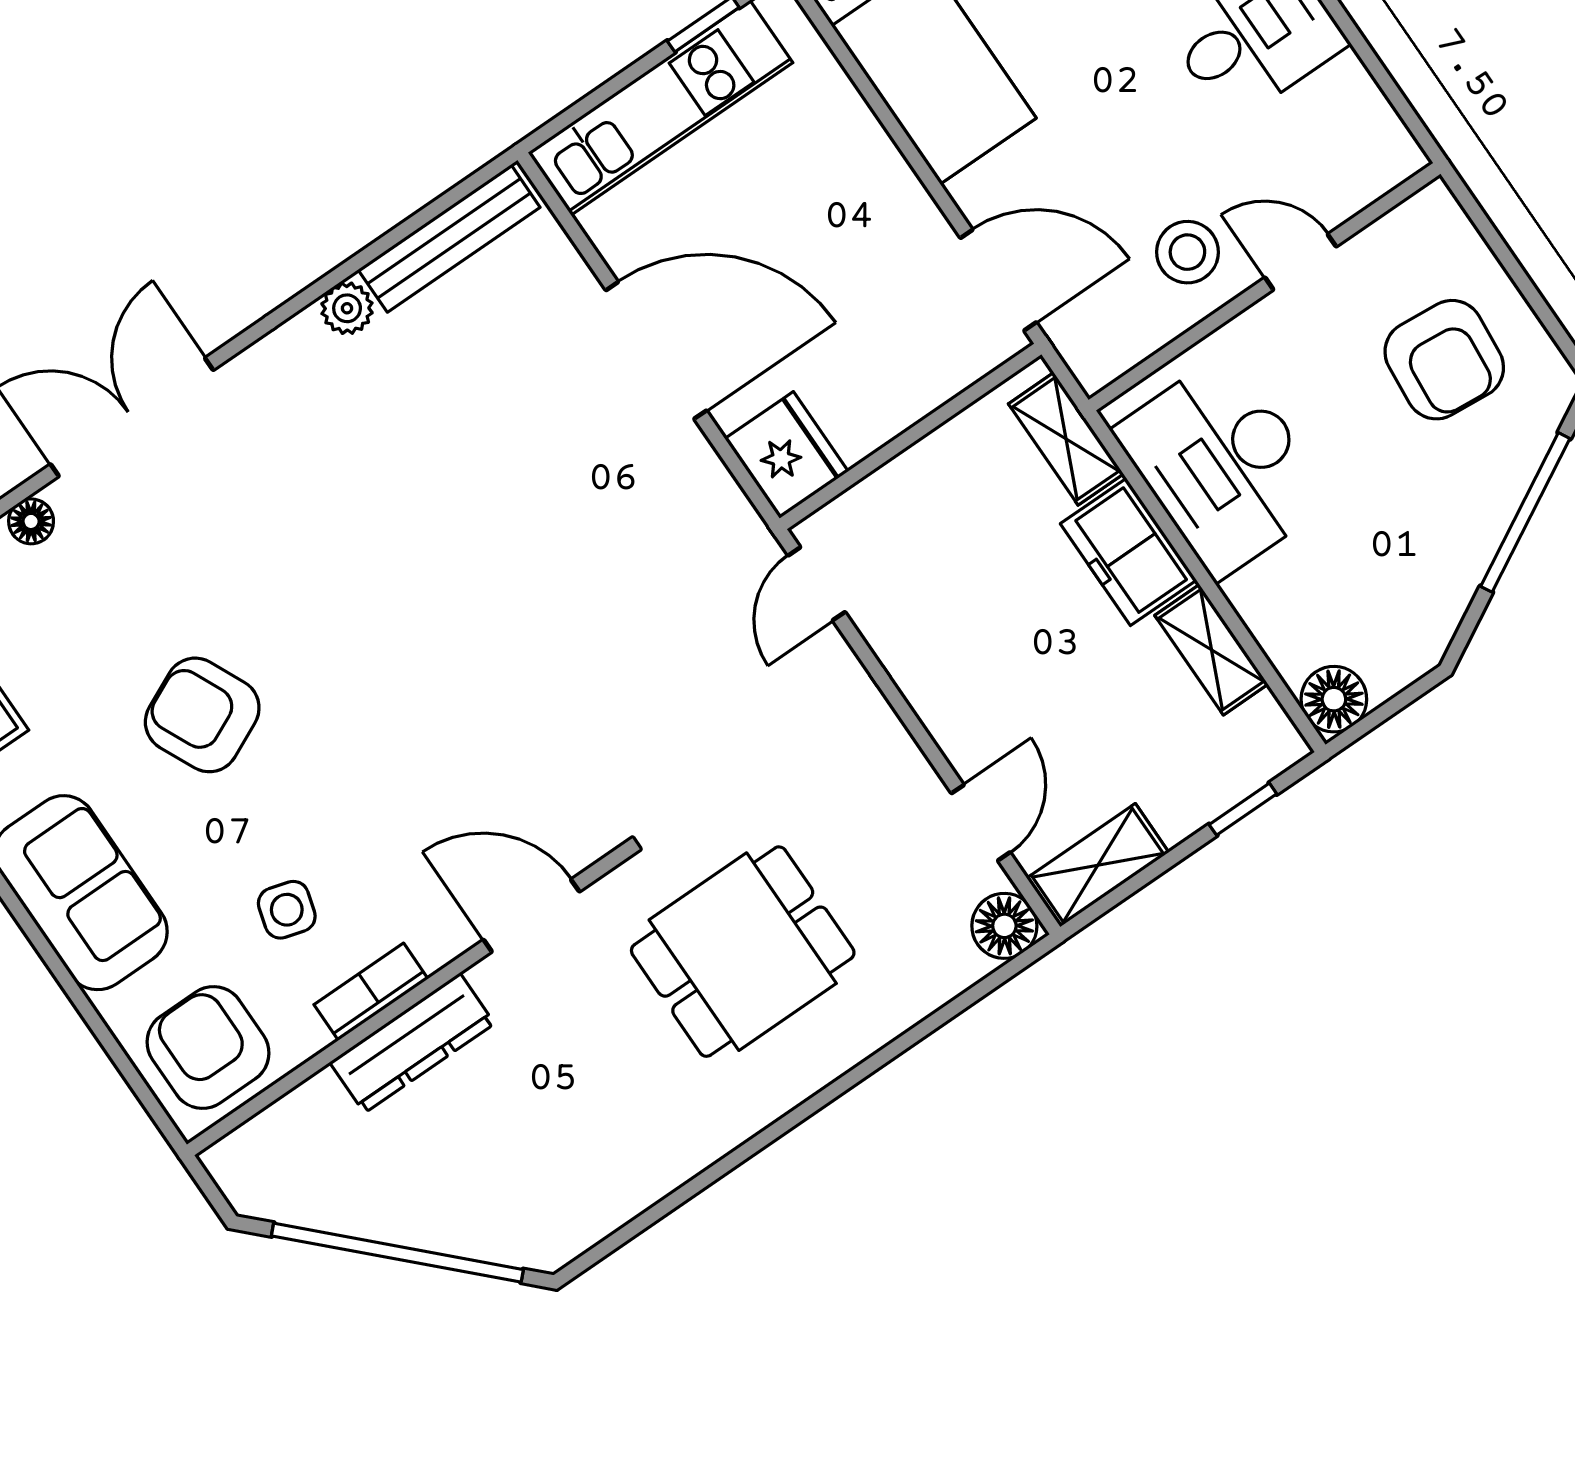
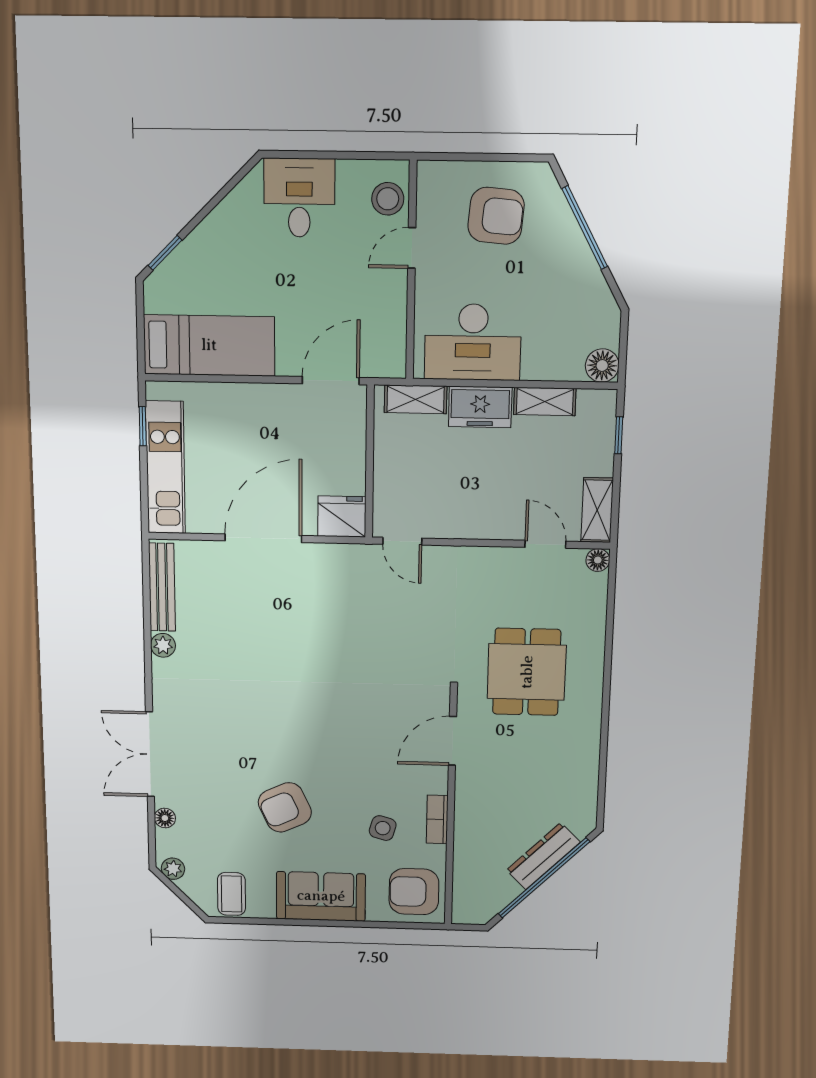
stool: (1187, 252) -> (388, 199), moved
floor lamp: (1004, 926) -> (598, 560), width x0.73, depth x0.73
dresser: (412, 1043) -> (543, 856), moved, turned -135

